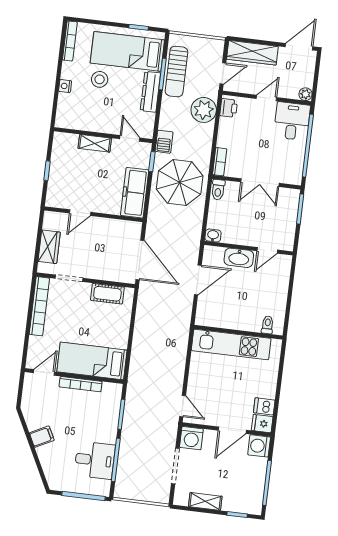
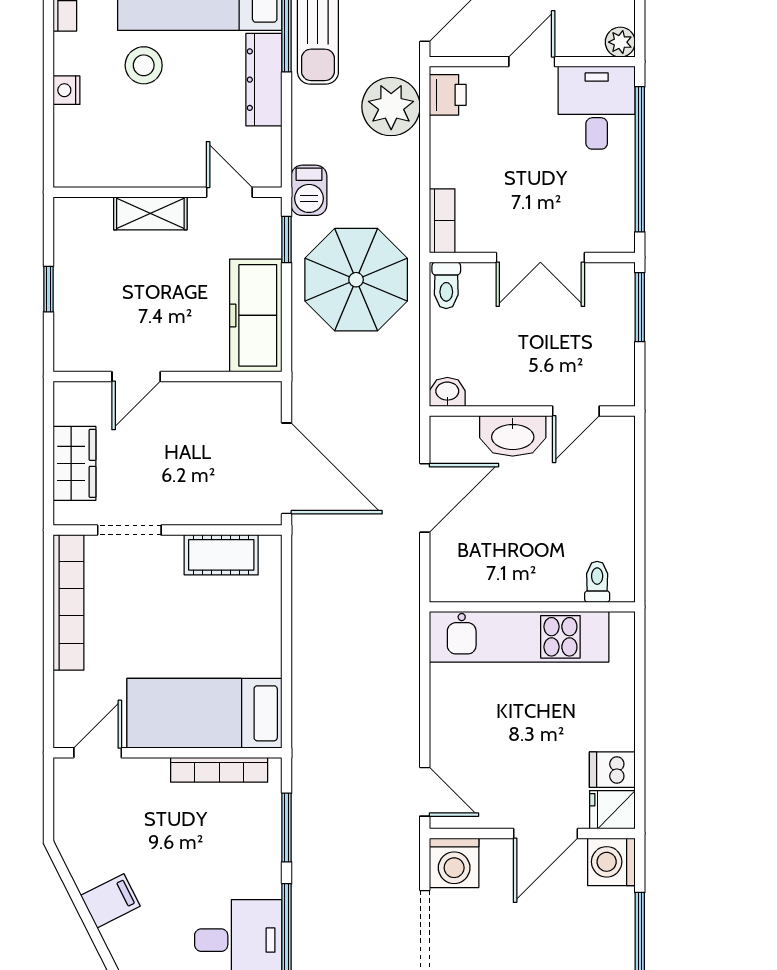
bookcase: (81, 384) -> (219, 770), moved

